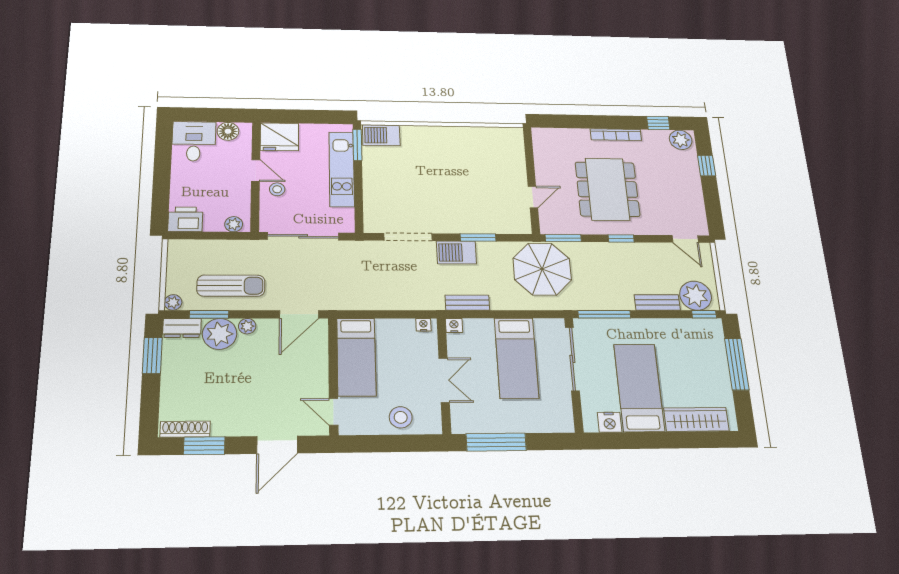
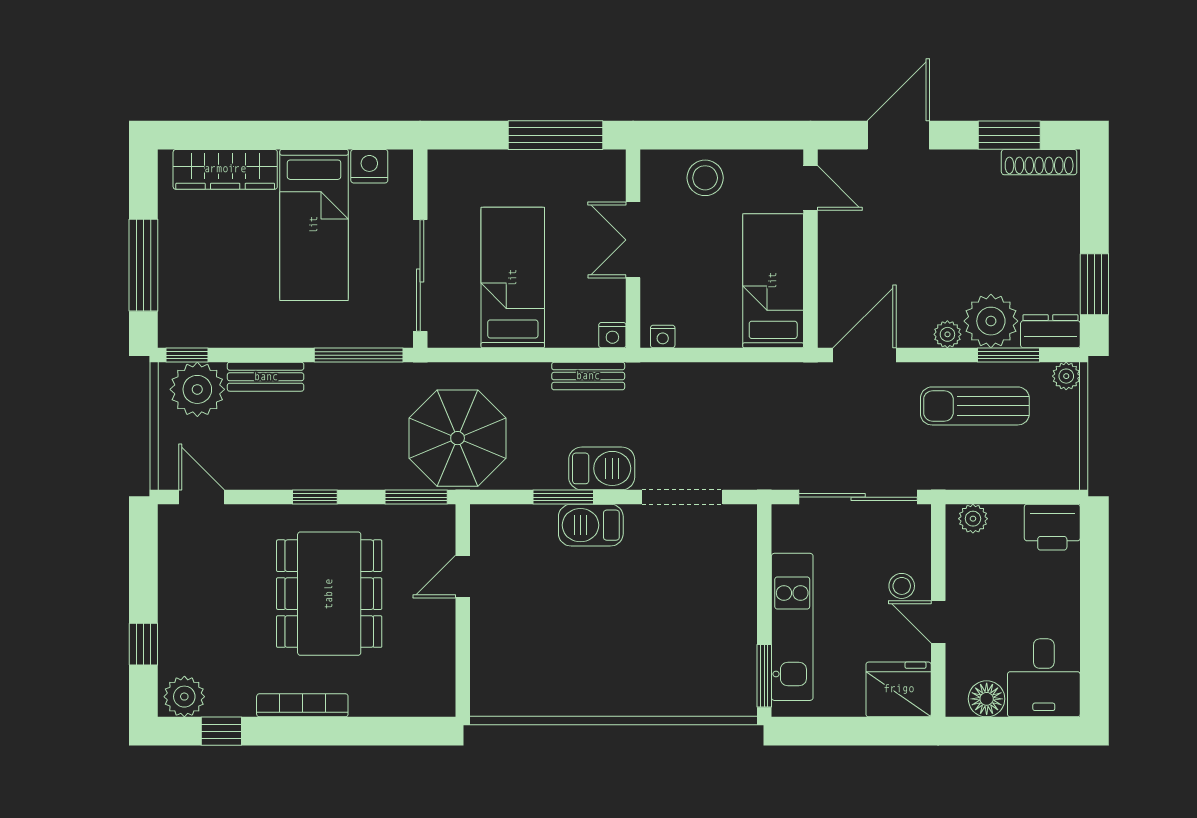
barbecue: (381, 135) -> (591, 525), moved, turned 180

